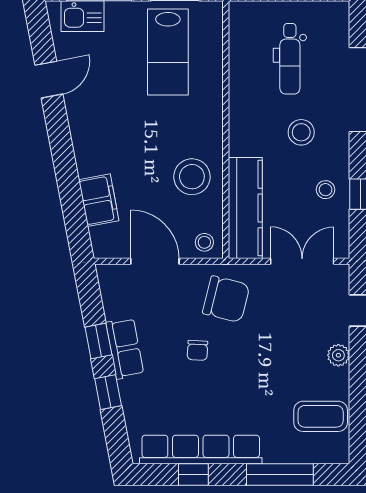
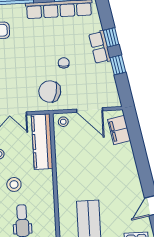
stool: (192, 177) -> (72, 157), removed
filing cabinet: (99, 200) -> (119, 130), moved
row of seats: (125, 348) -> (100, 47), moved

